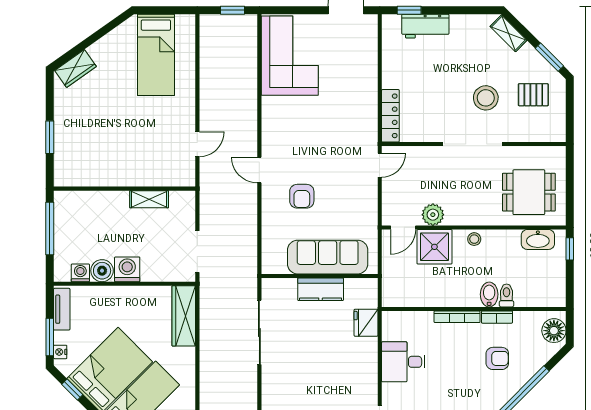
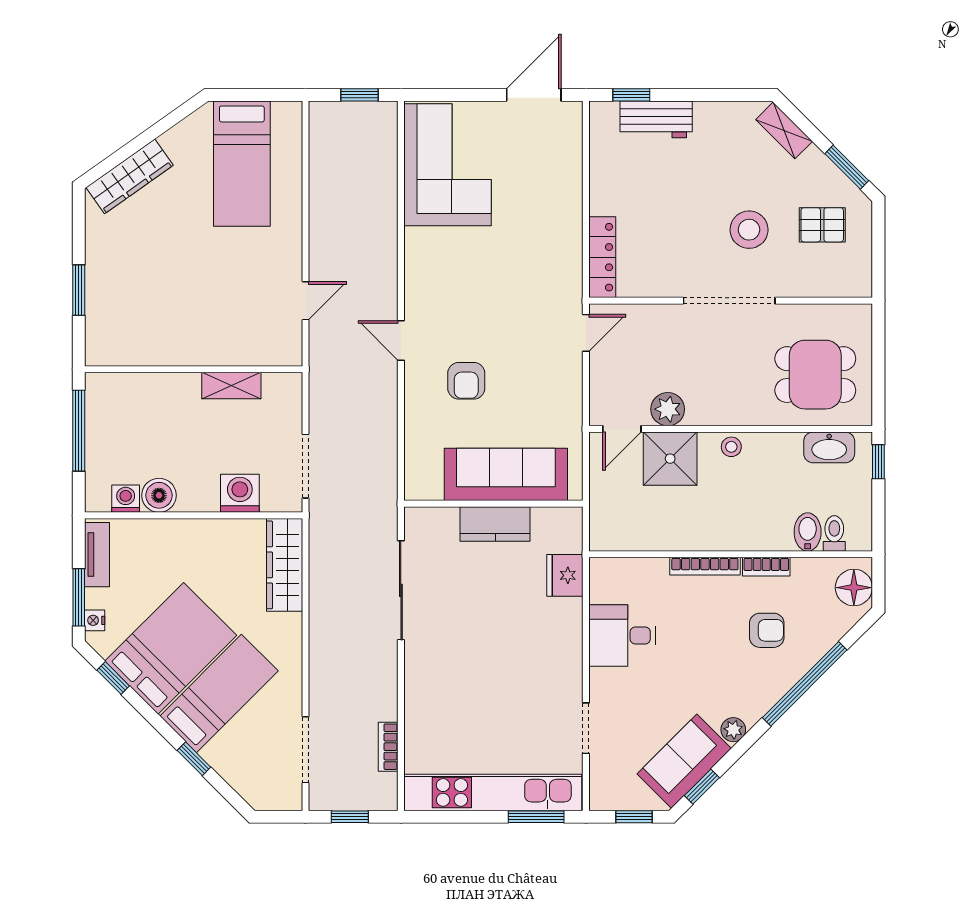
wardrobe: (75, 69) -> (130, 176), width x1.50
washing machine: (127, 269) -> (240, 493), moved
bidet: (489, 294) -> (808, 532), moved
toilet: (507, 295) -> (834, 533), moved

